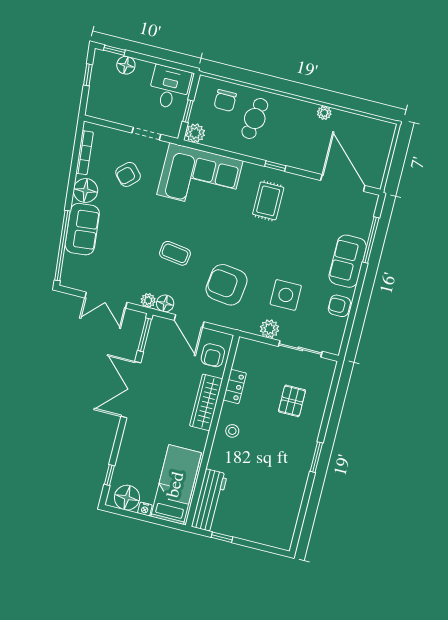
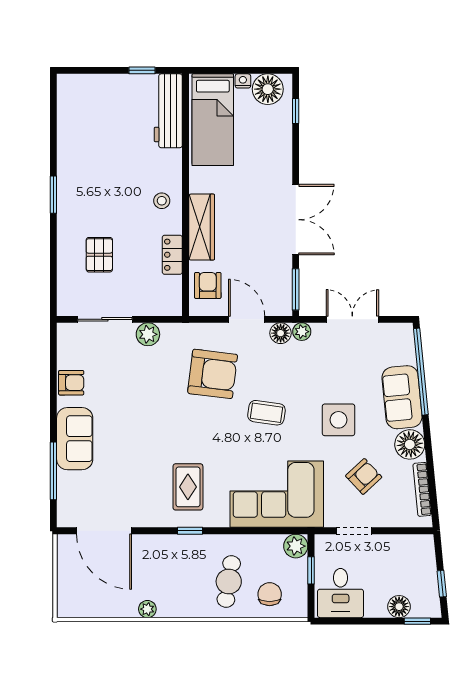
coffee table: (175, 253) -> (266, 413), moved
side table: (286, 295) -> (339, 420), moved

